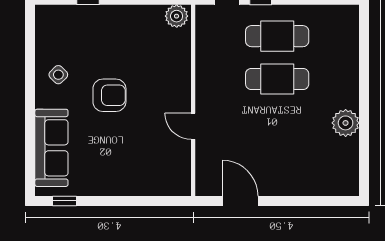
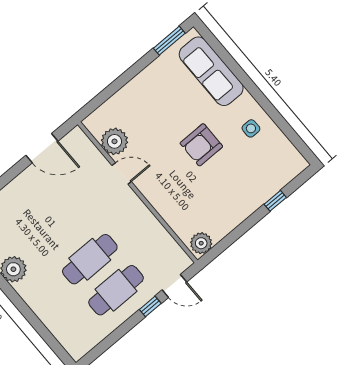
side table: (58, 75) -> (251, 128), turned 45
plant: (177, 157) -> (114, 141), added
window: (64, 201) -> (169, 41), width x1.50

